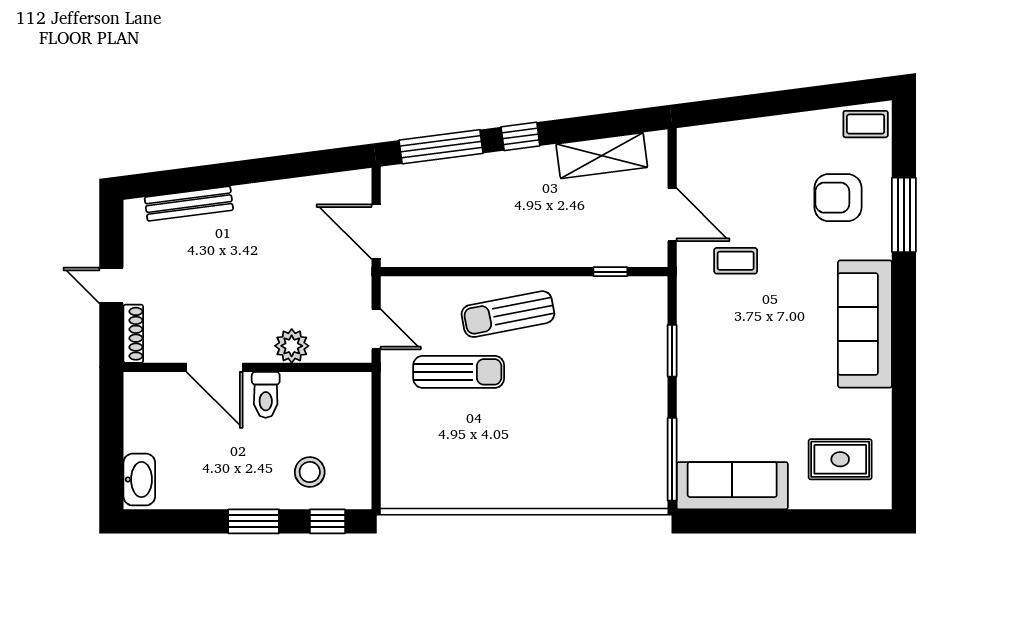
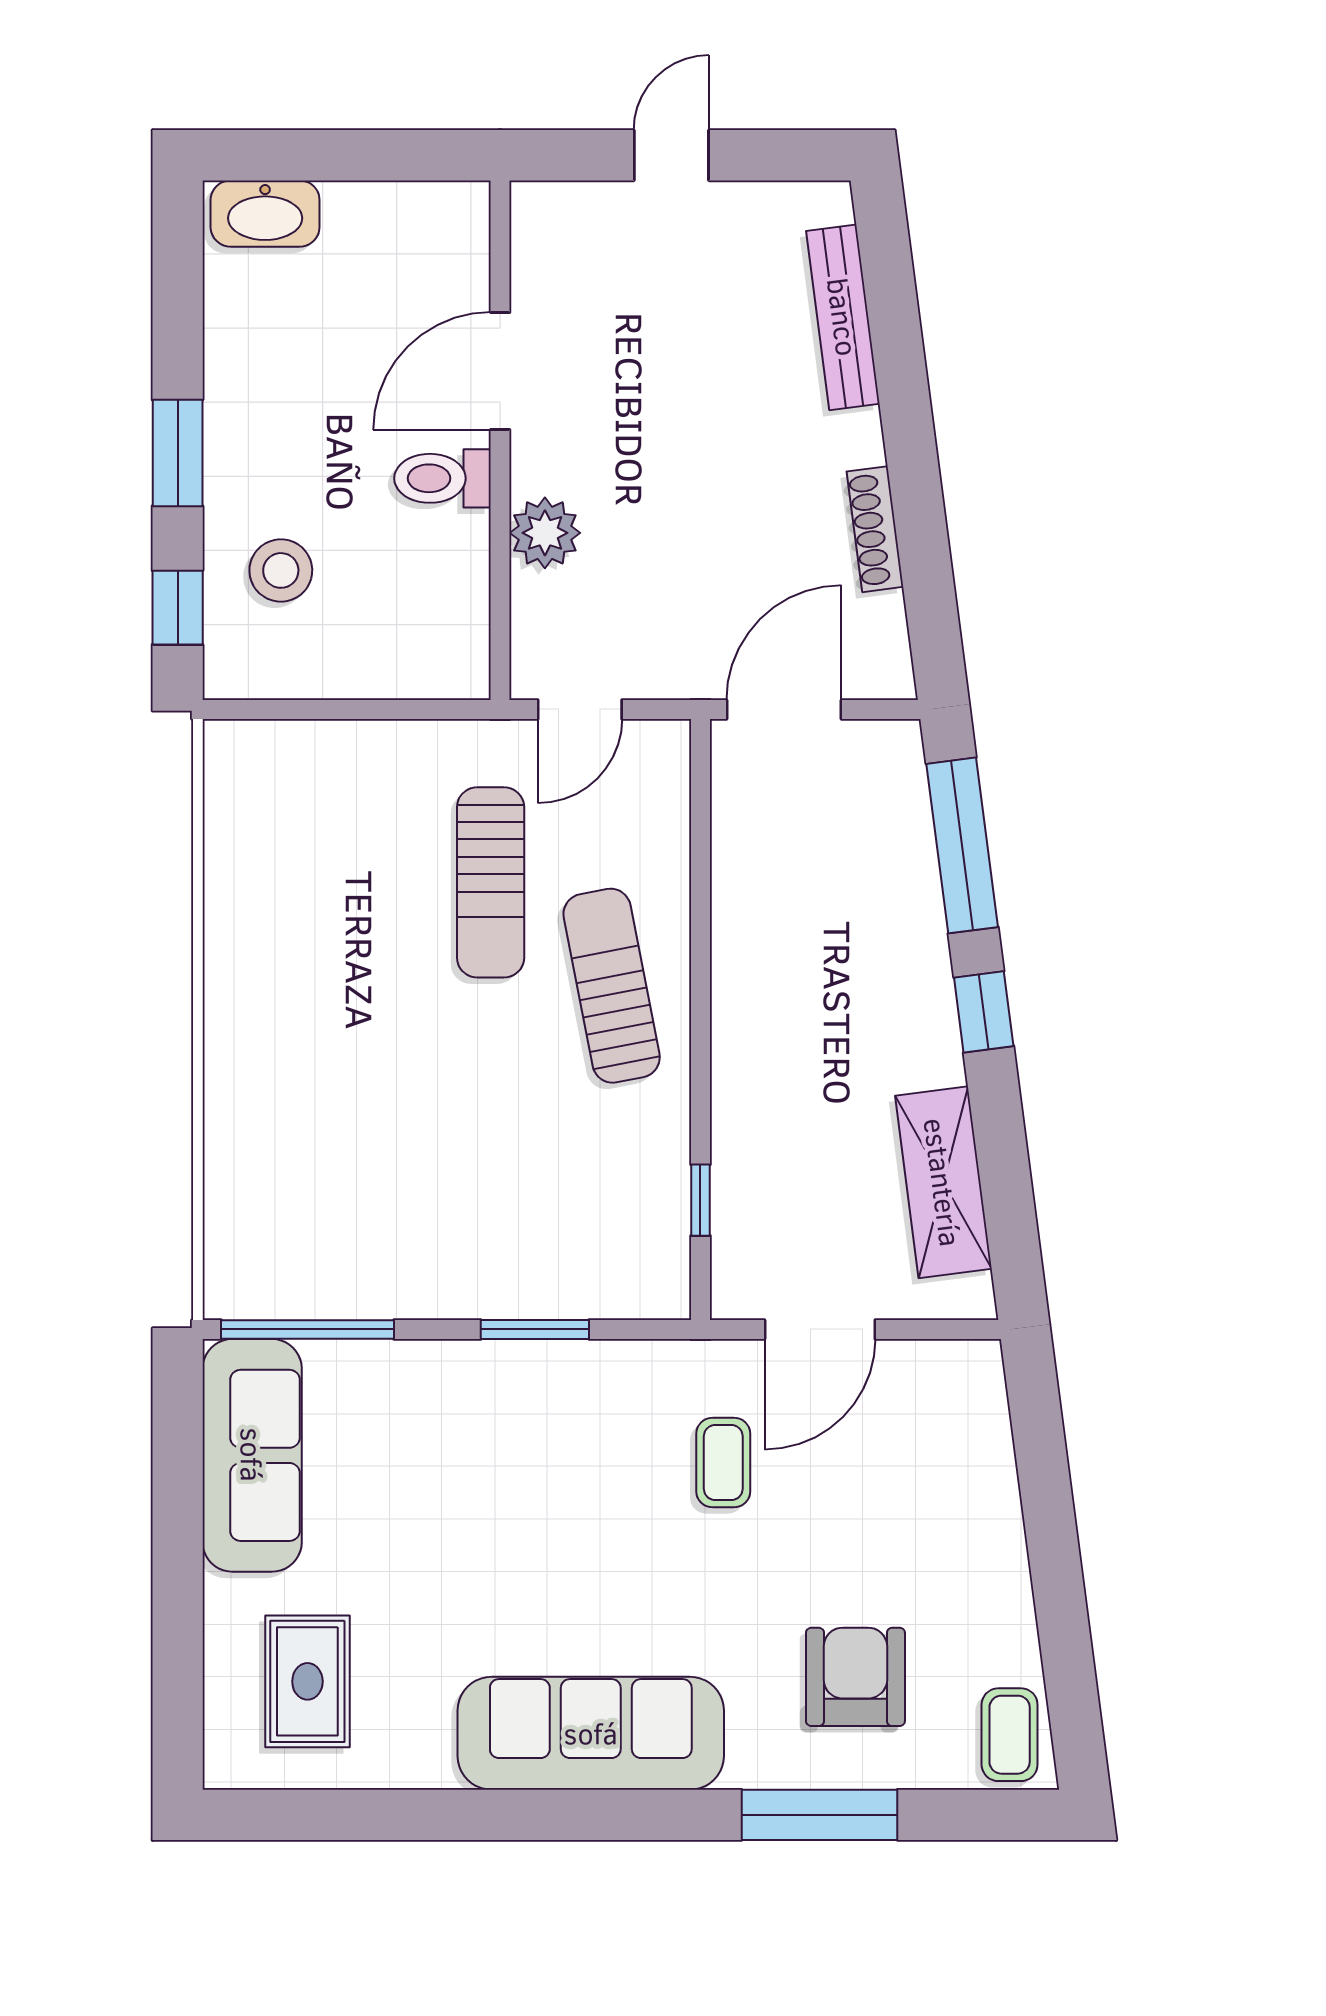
shoe rack: (133, 334) -> (875, 529), moved, turned 83

